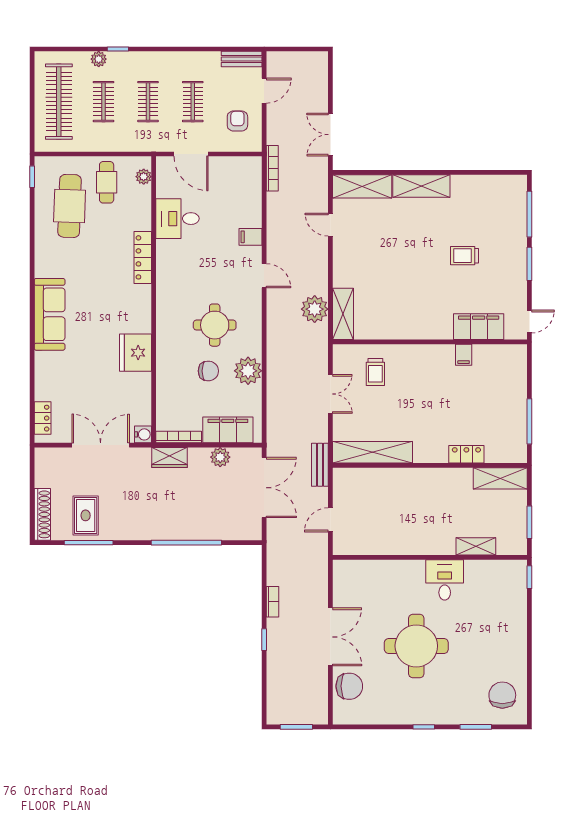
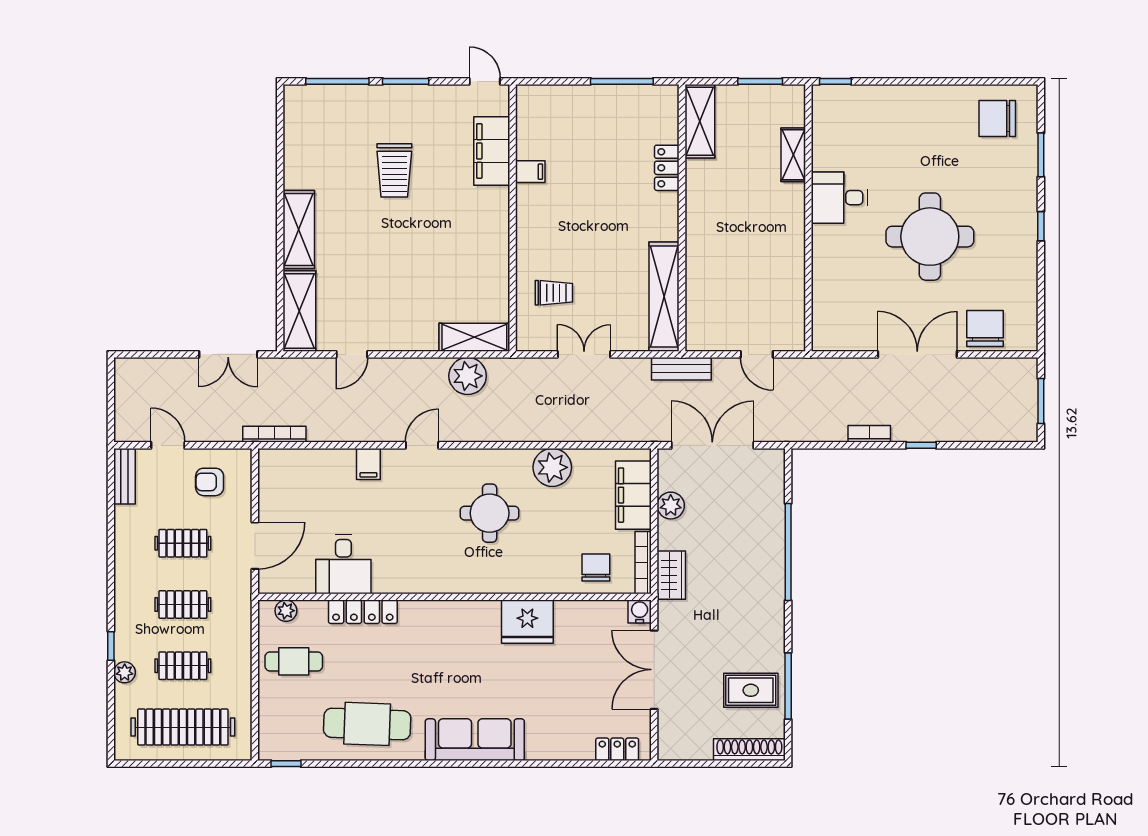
cafe table: (70, 206) -> (367, 724), moved
trolley: (465, 256) -> (394, 170), width x1.36, depth x1.39
locker: (143, 257) -> (363, 612), moved
chair: (208, 371) -> (596, 568), moved

